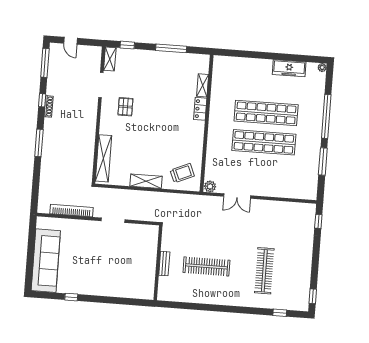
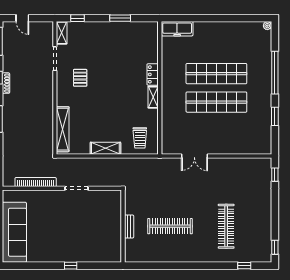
window: (171, 48) -> (120, 18), width x0.69
freezer: (289, 68) -> (177, 29), moved
shelving: (203, 85) -> (153, 97), moved
window: (323, 162) -> (275, 116), width x0.69
trolley: (182, 173) -> (140, 138), turned 113
plant: (210, 186) -> (168, 149), removed
window: (71, 297) -> (71, 266), moved

